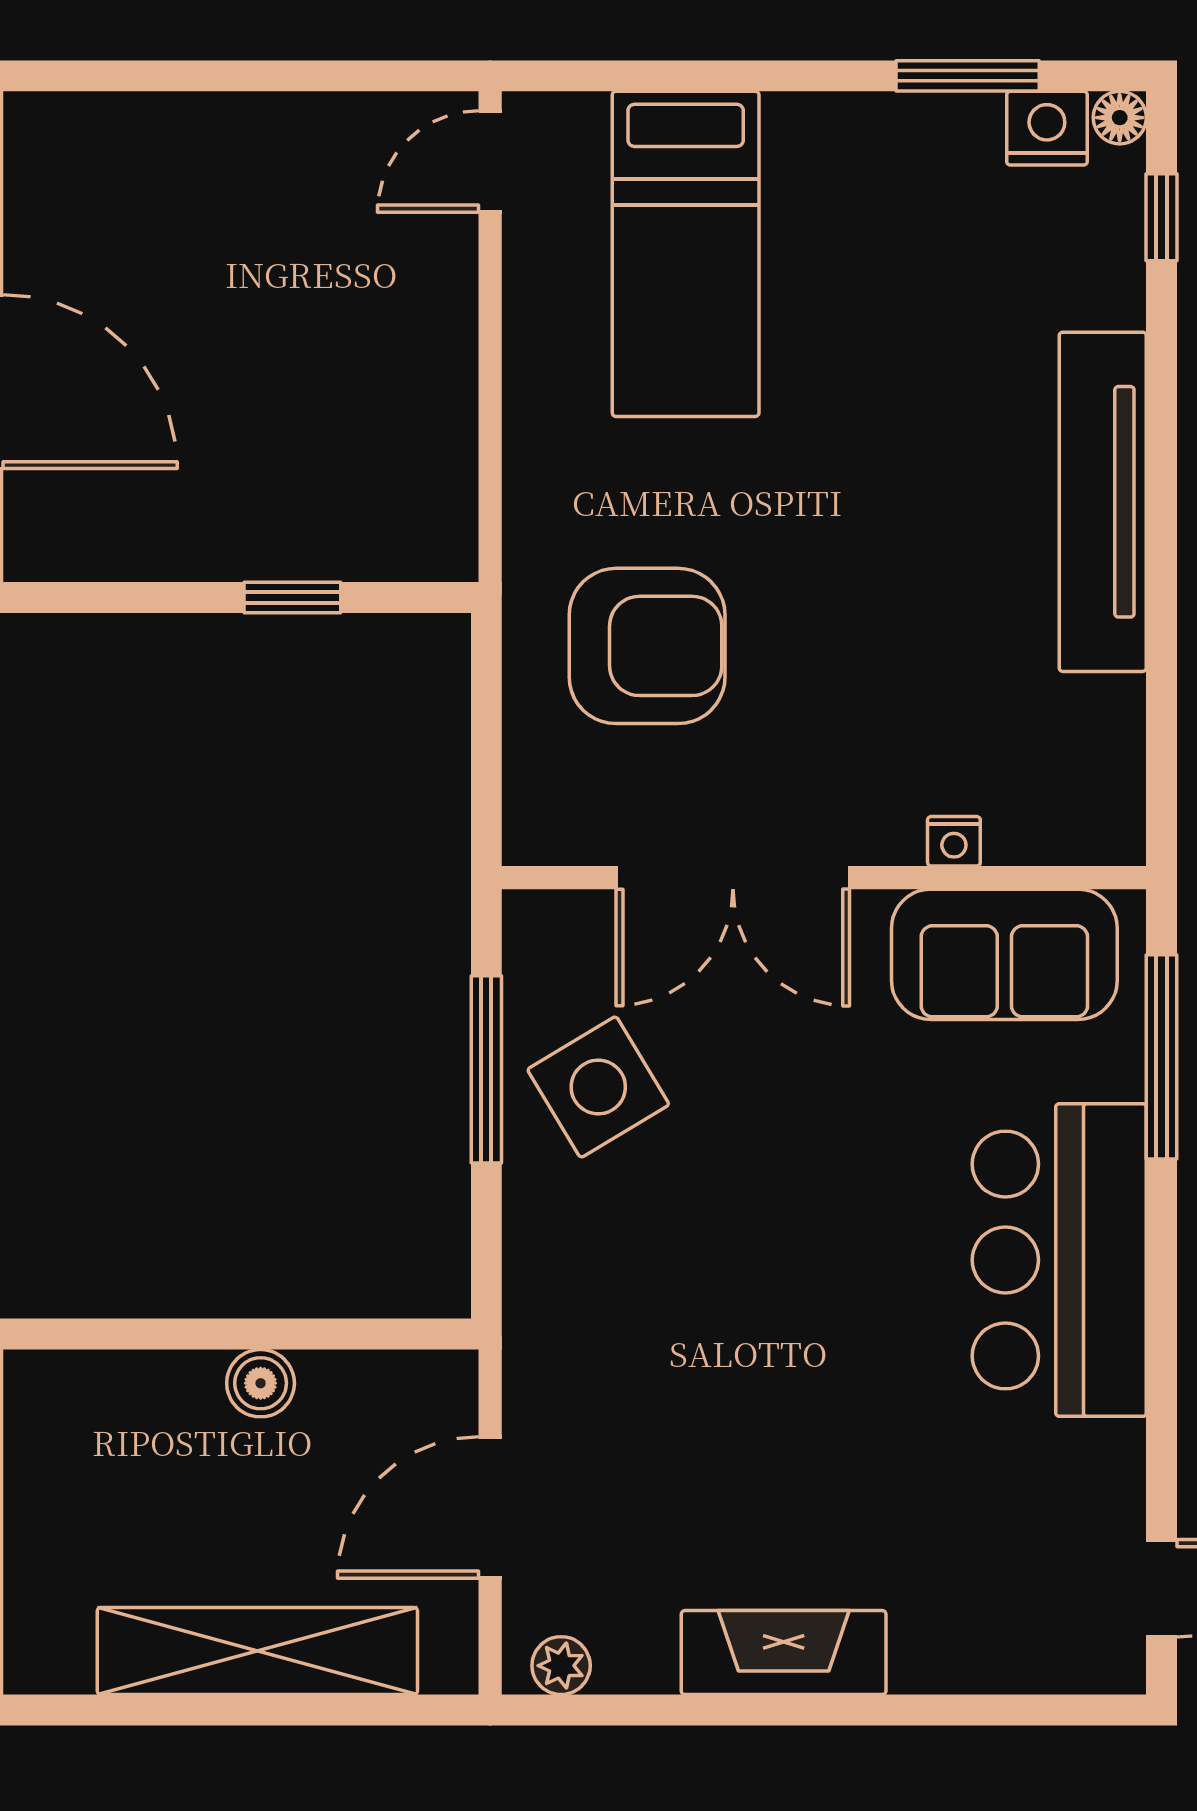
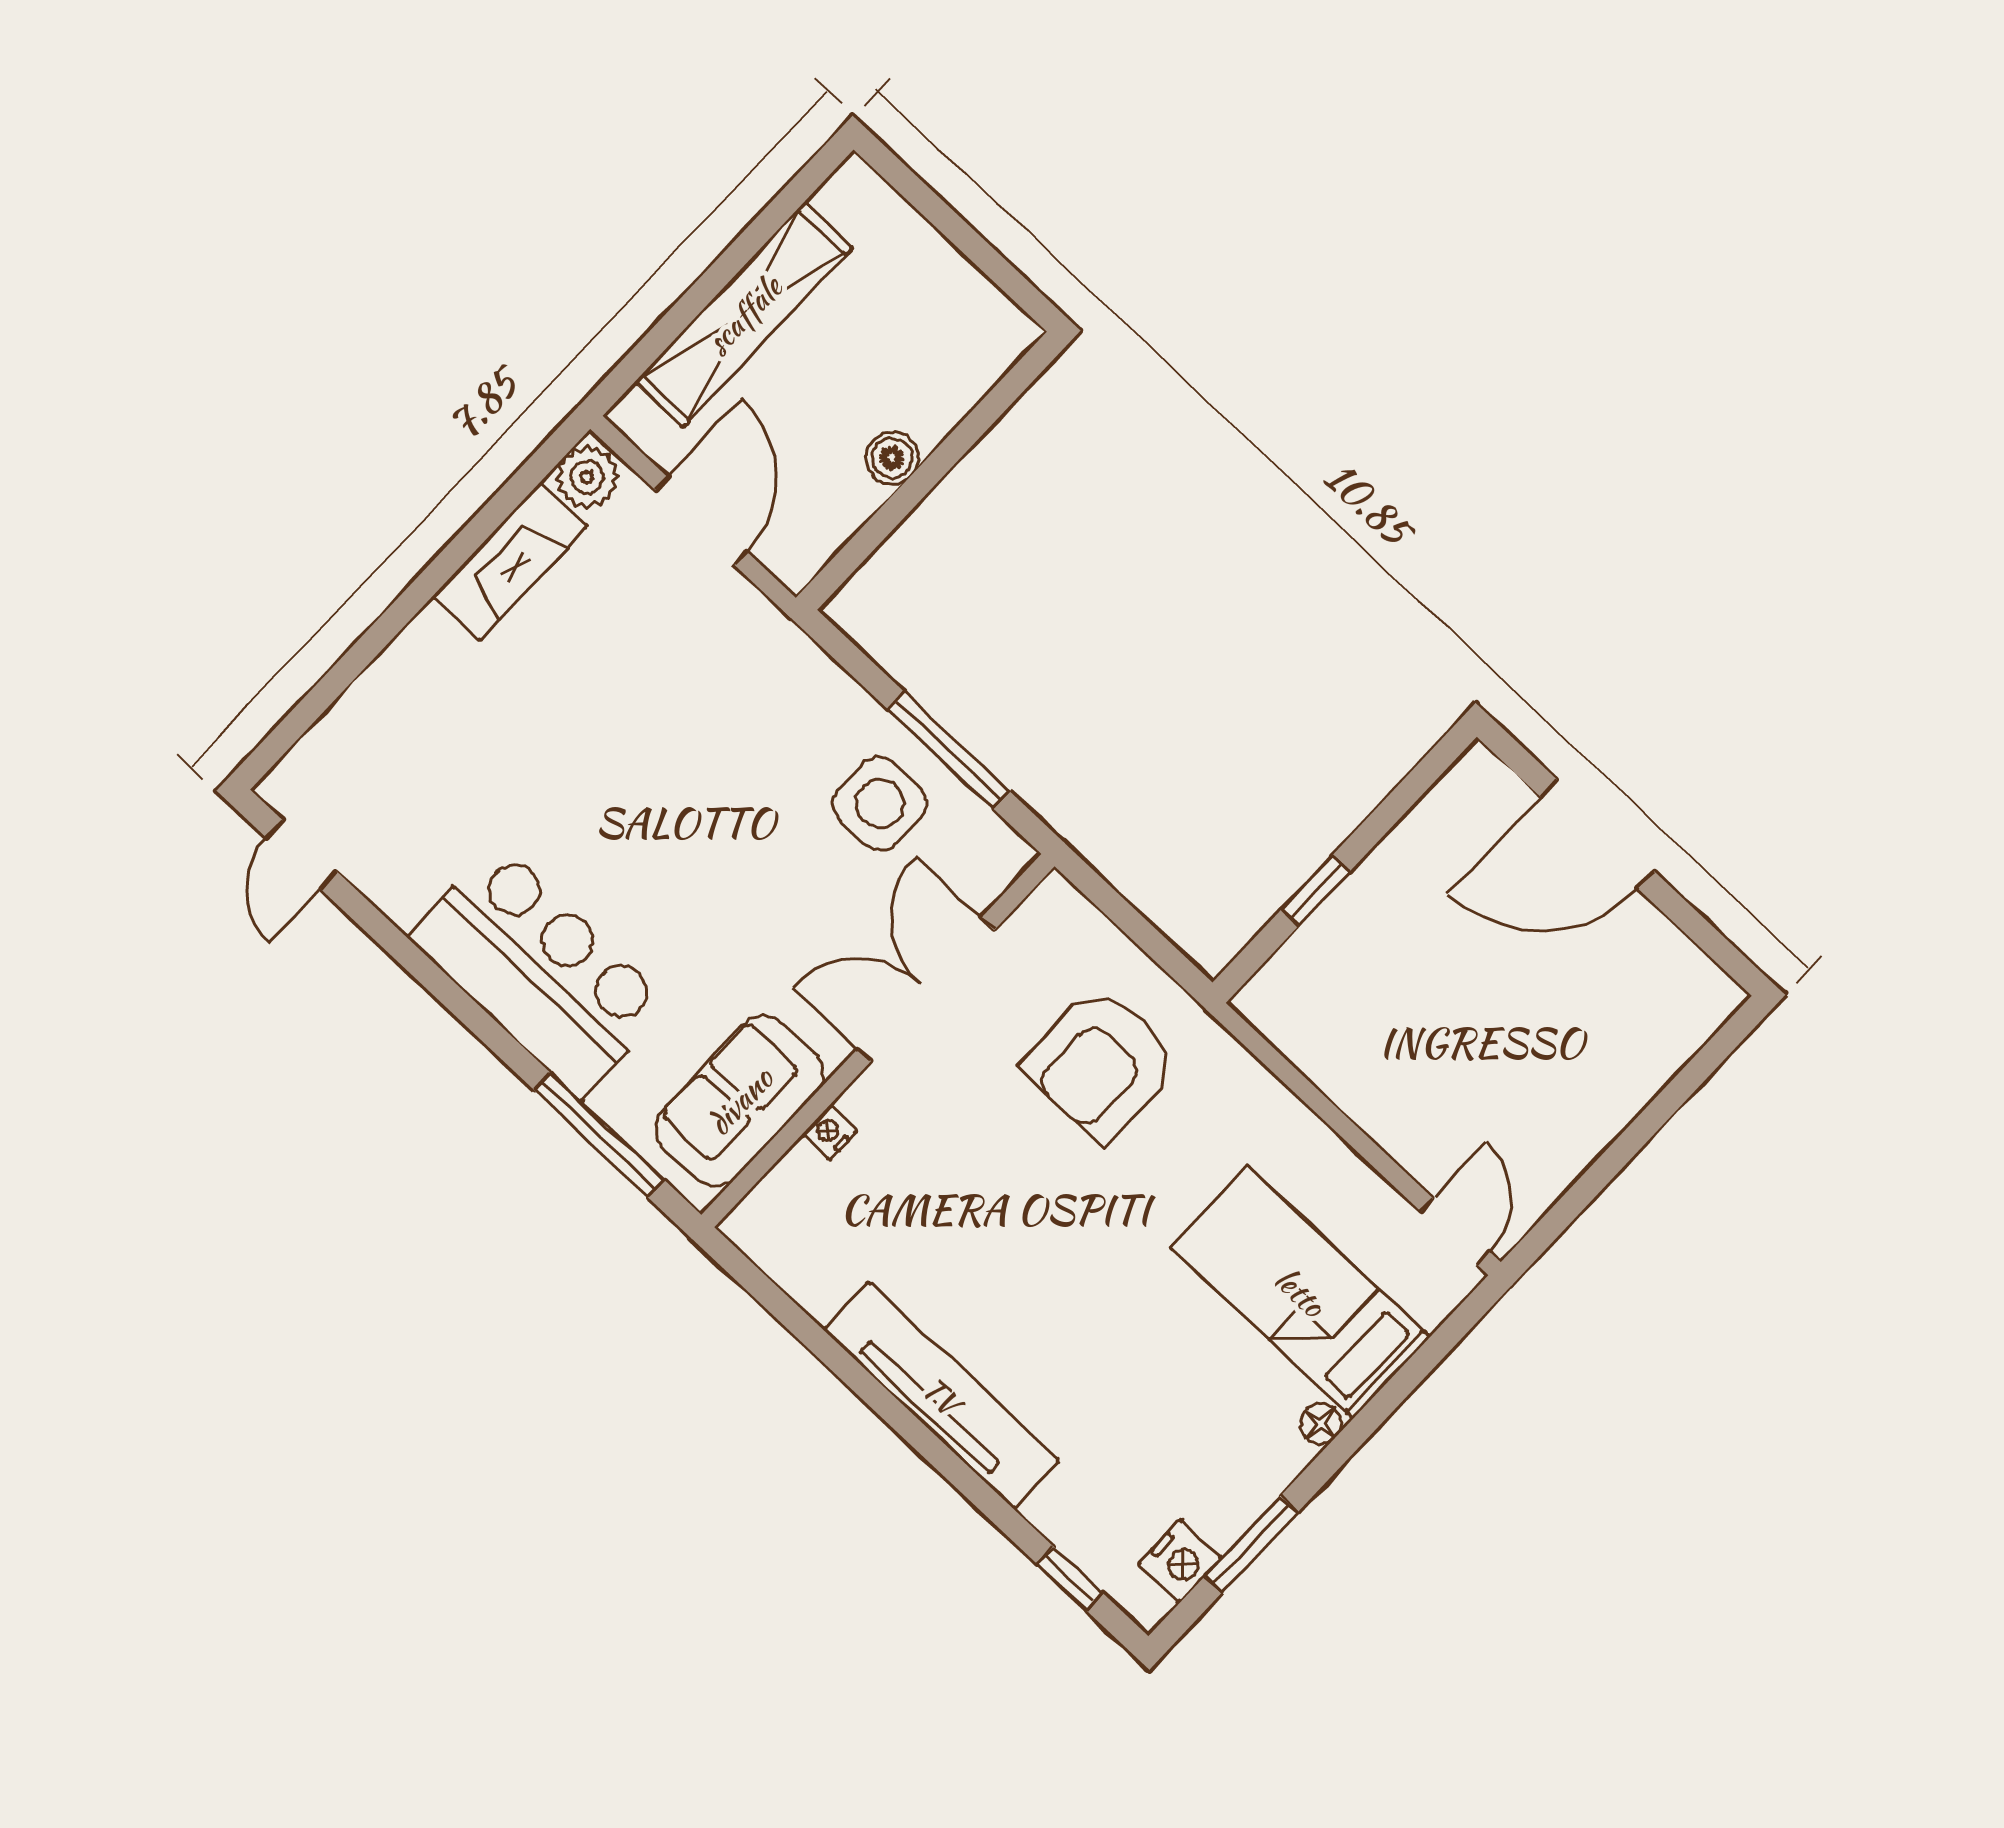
floor lamp: (1120, 118) -> (1321, 1424), moved
side table: (598, 1087) -> (880, 804), turned 31
fireplace: (784, 1653) -> (510, 561), moved
plant: (561, 1666) -> (587, 477), width x1.38, depth x1.38

